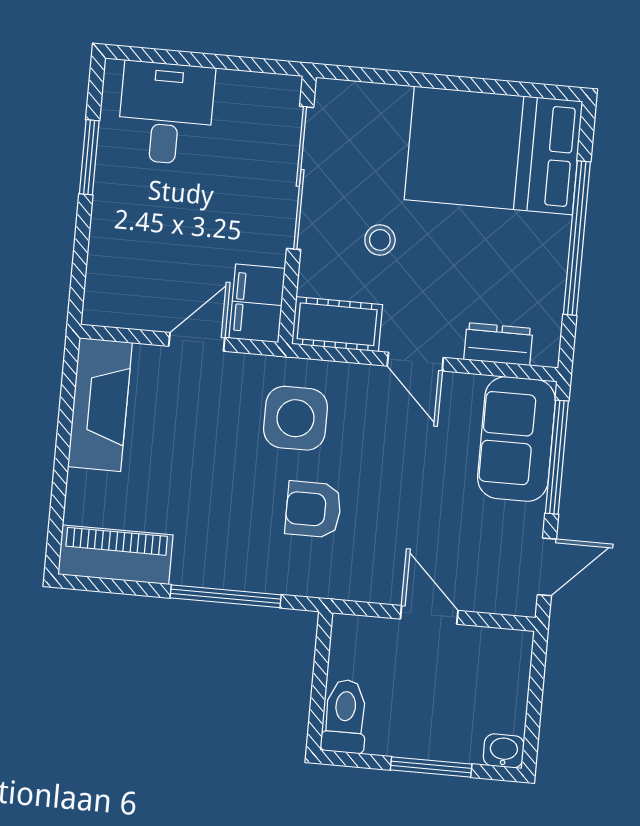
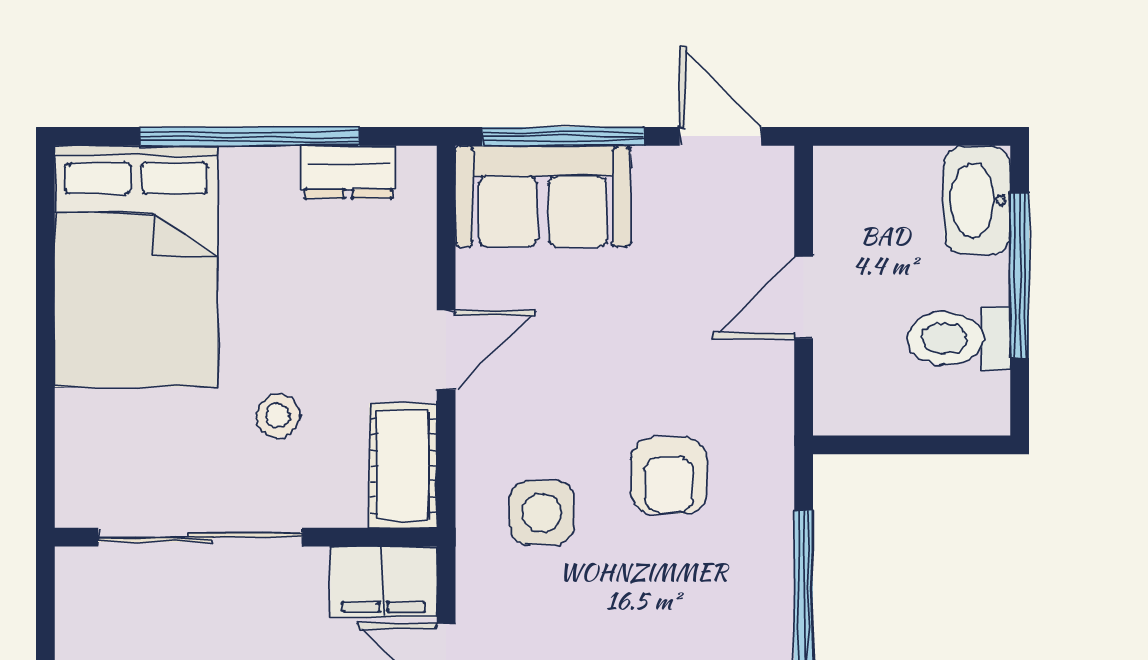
dresser: (498, 344) -> (348, 172), moved, turned -90
side table: (295, 418) -> (542, 513), width x0.73, depth x0.73
toilet: (345, 716) -> (959, 338), moved
washbasin: (504, 751) -> (977, 200), width x1.91, depth x1.45
window: (431, 767) -> (1020, 275), width x1.44

